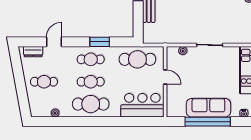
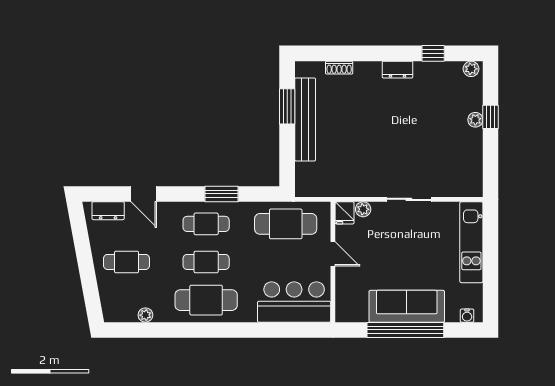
door: (54, 42) -> (144, 194), swing flipped
fridge: (172, 53) -> (345, 213), added

